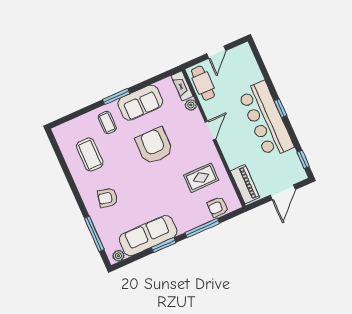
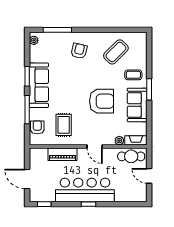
coffee table: (90, 155) -> (116, 52), turned -45
piano: (245, 184) -> (63, 154), moved
sofa: (148, 236) -> (39, 85), moved

